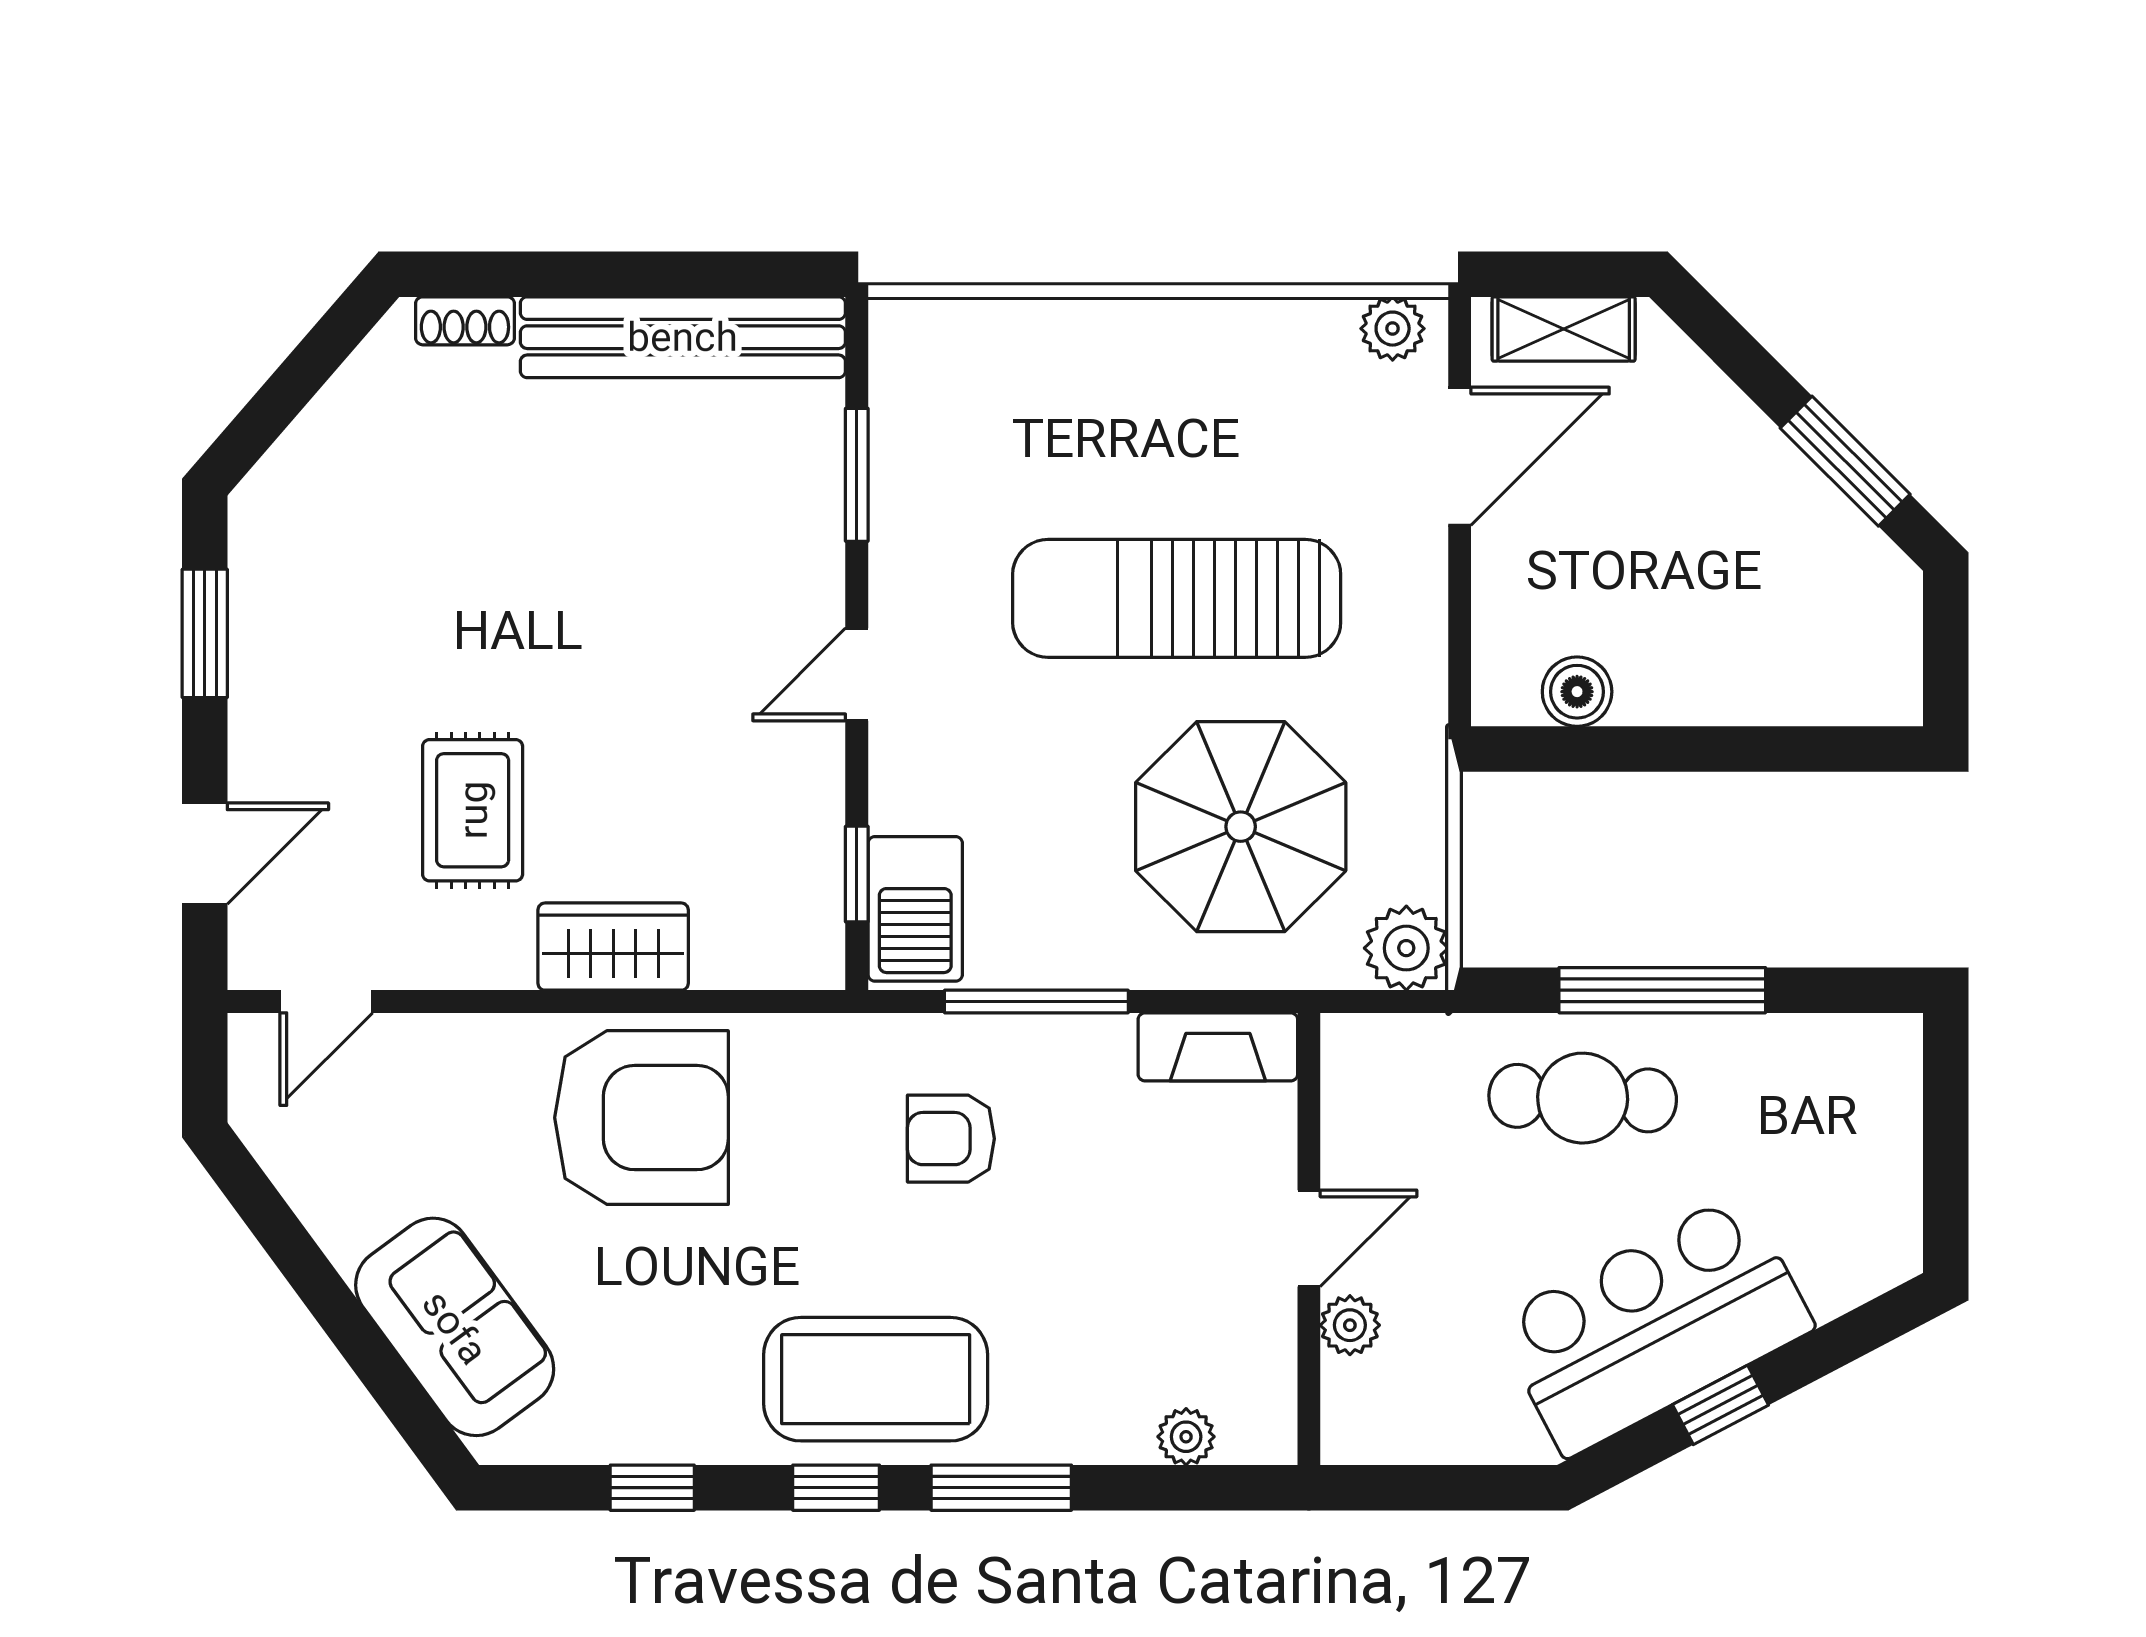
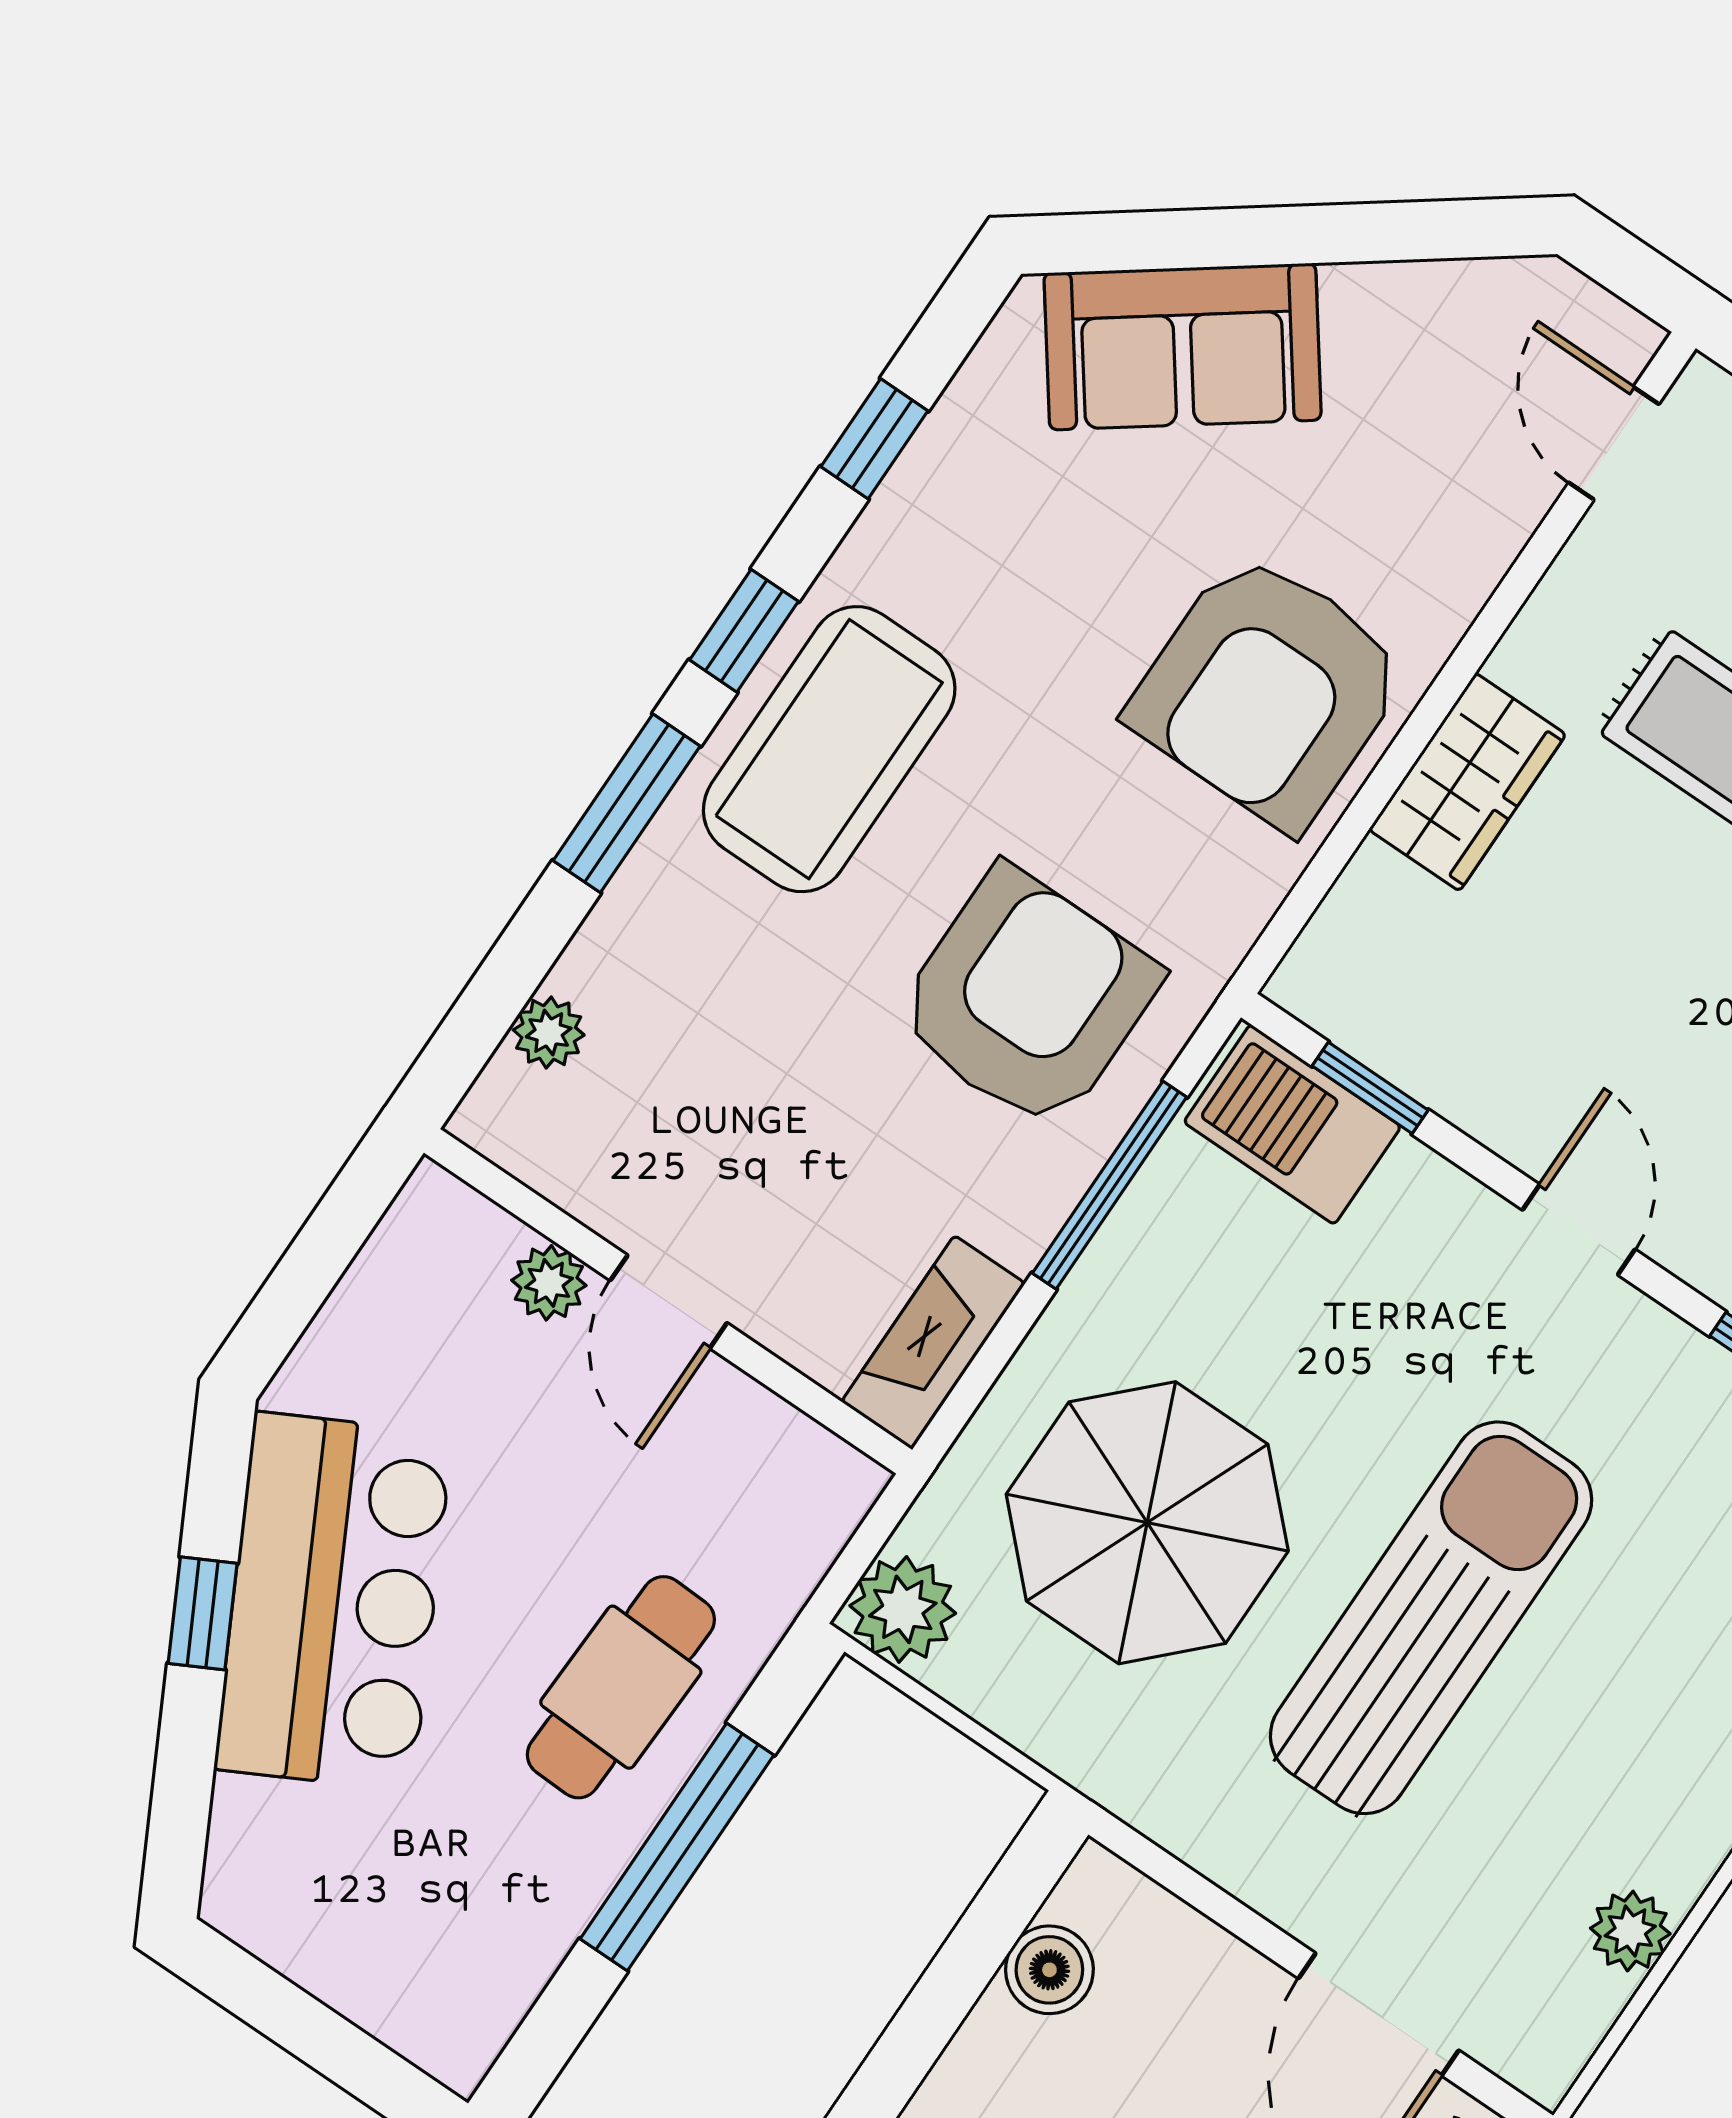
plant: (1393, 329) -> (1630, 1931), moved
armchair: (951, 1139) -> (1027, 999), width x1.88, depth x1.88

